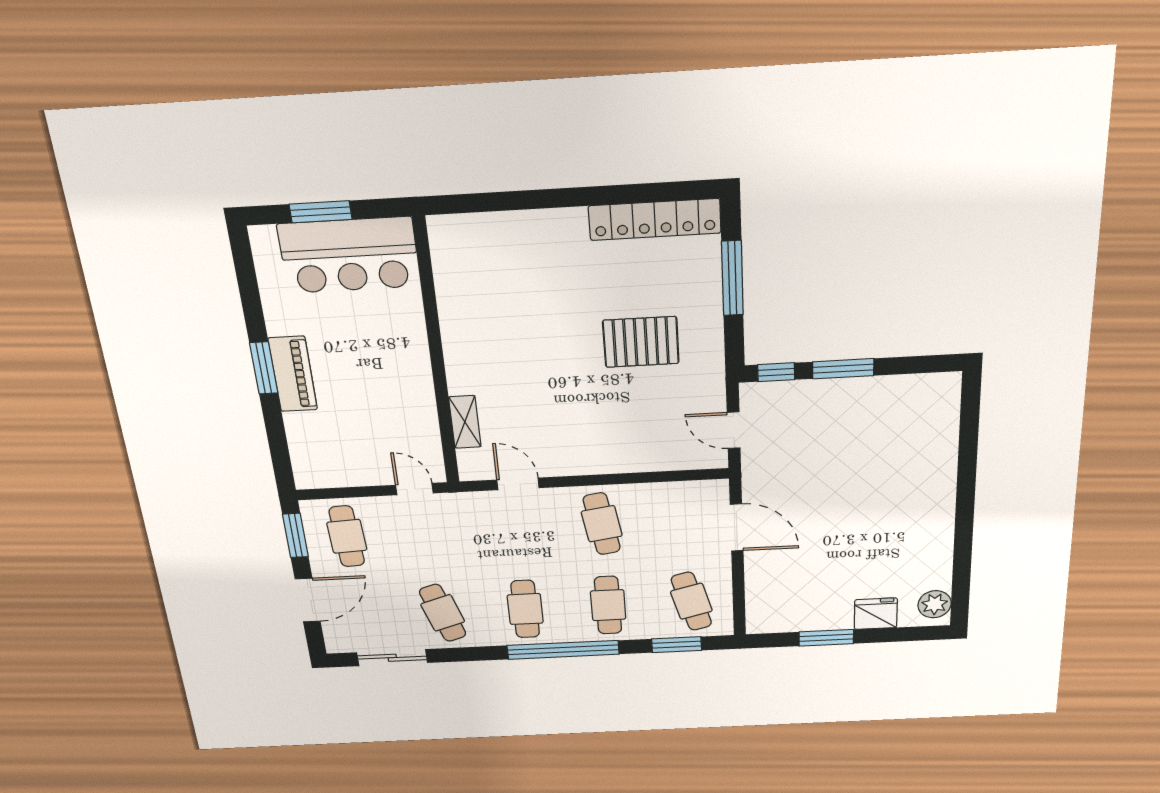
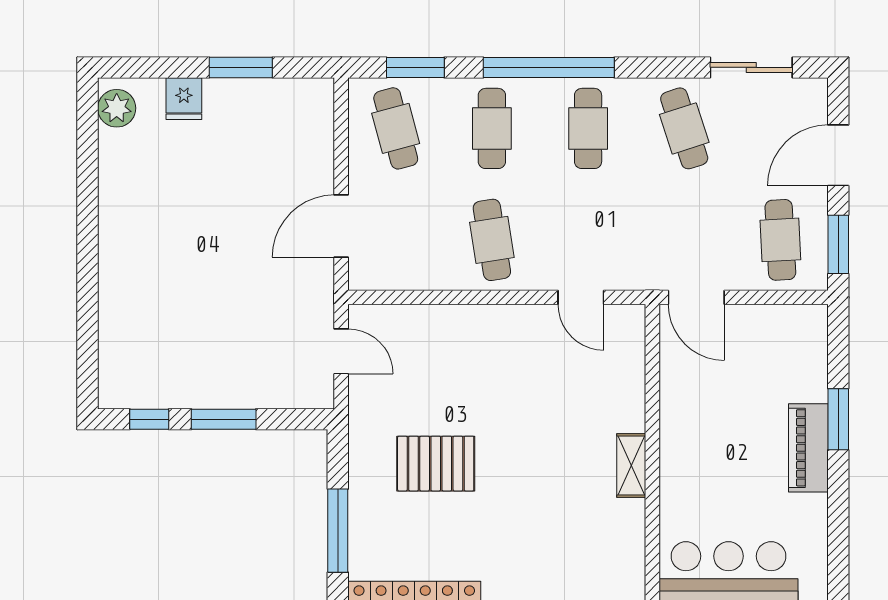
window: (264, 368) -> (838, 419), moved
window: (776, 372) -> (149, 419), moved
shelving: (465, 422) -> (631, 465), moved
door: (414, 489) -> (696, 297), width x1.38
door: (737, 528) -> (341, 226), hinge flipped
fridge: (876, 614) -> (184, 99), width x0.72

